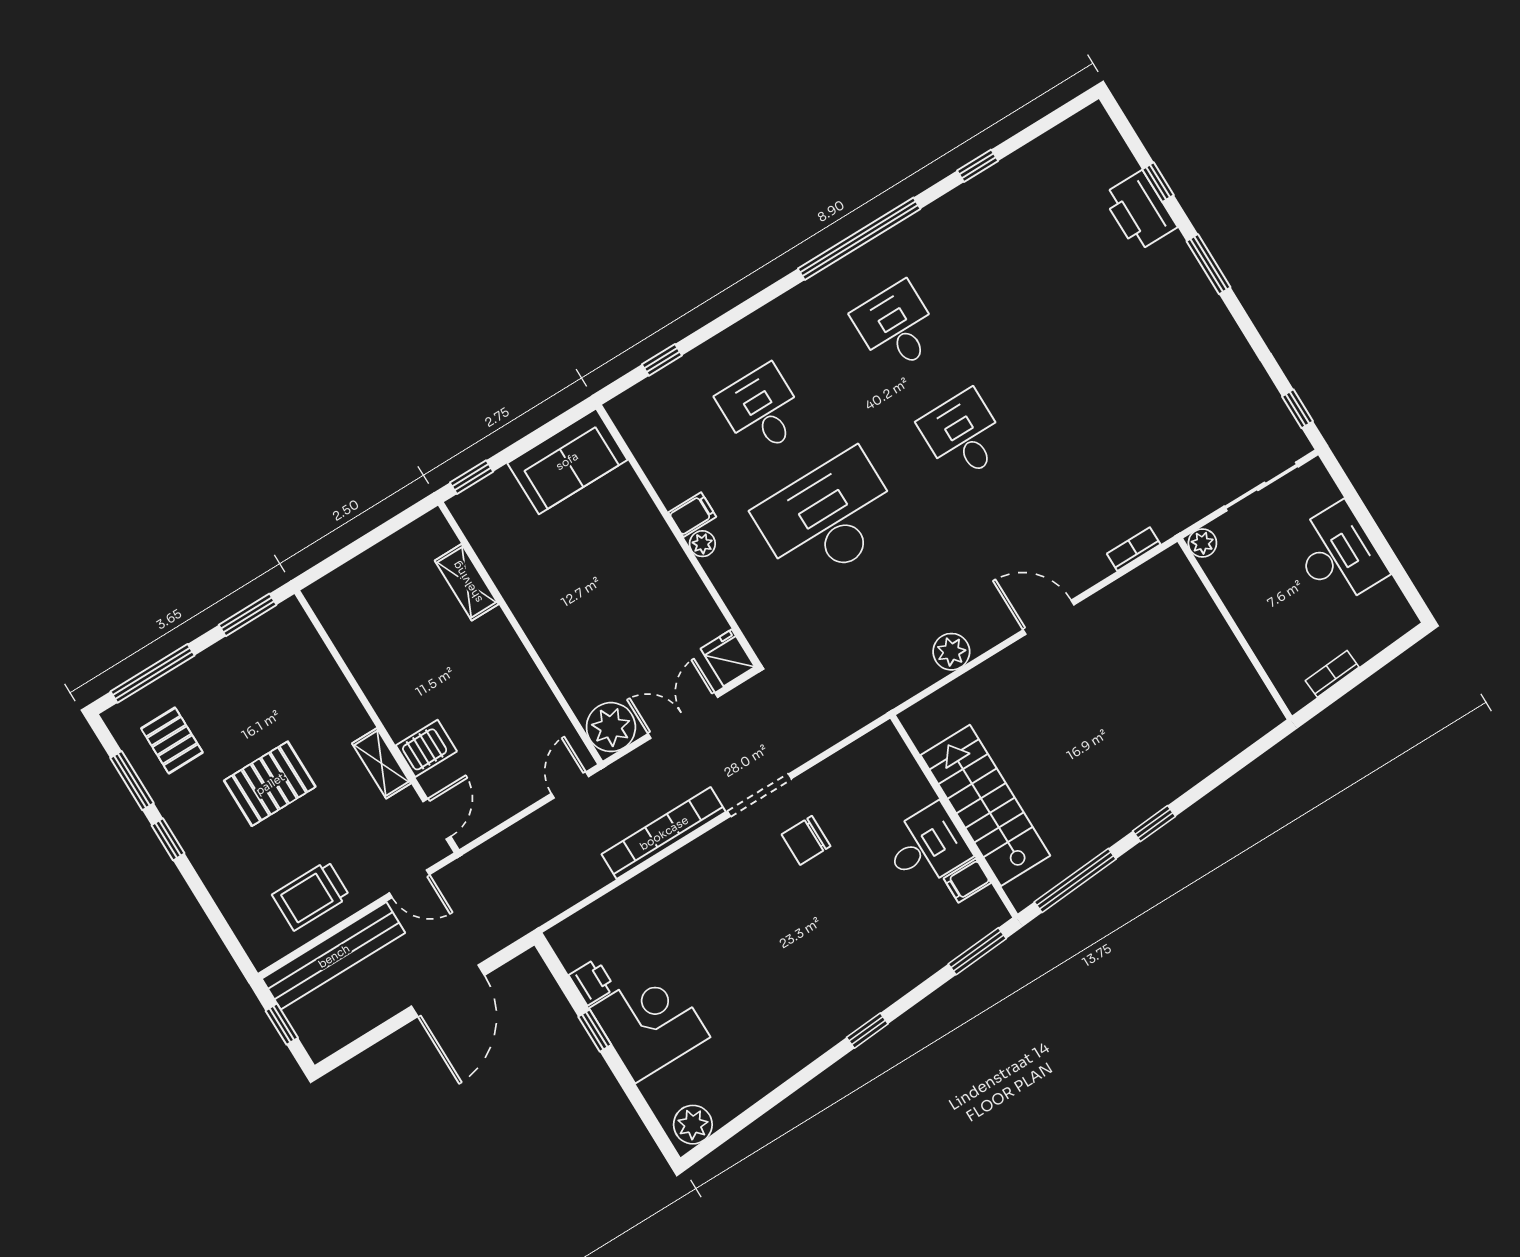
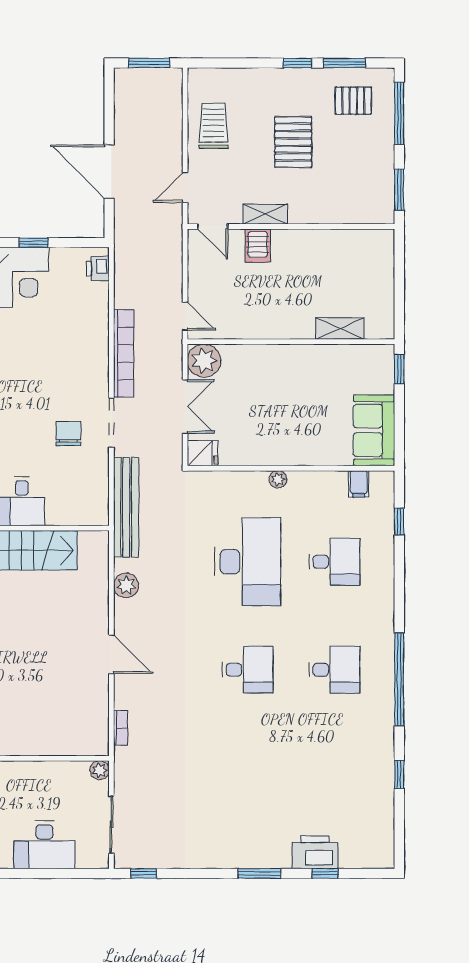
filing cabinet: (692, 515) -> (359, 484), moved
door: (1049, 617) -> (111, 654), hinge flipped
bench: (334, 956) -> (126, 507), moved
printer: (592, 982) -> (98, 269), moved, turned 90
window: (282, 1024) -> (149, 63), width x1.50

